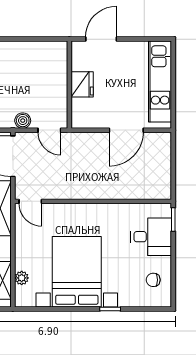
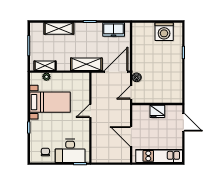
door: (30, 201) -> (90, 111), moved
desk: (151, 237) -> (70, 151), width x1.37
bed with nightstands: (77, 272) -> (50, 102), width x0.73

